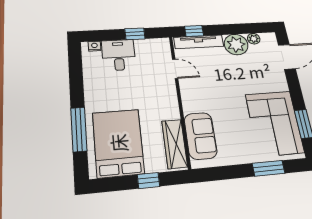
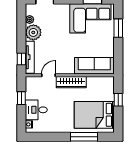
sofa: (201, 136) -> (94, 66), width x1.36
wardrobe: (175, 144) -> (71, 82), moved

